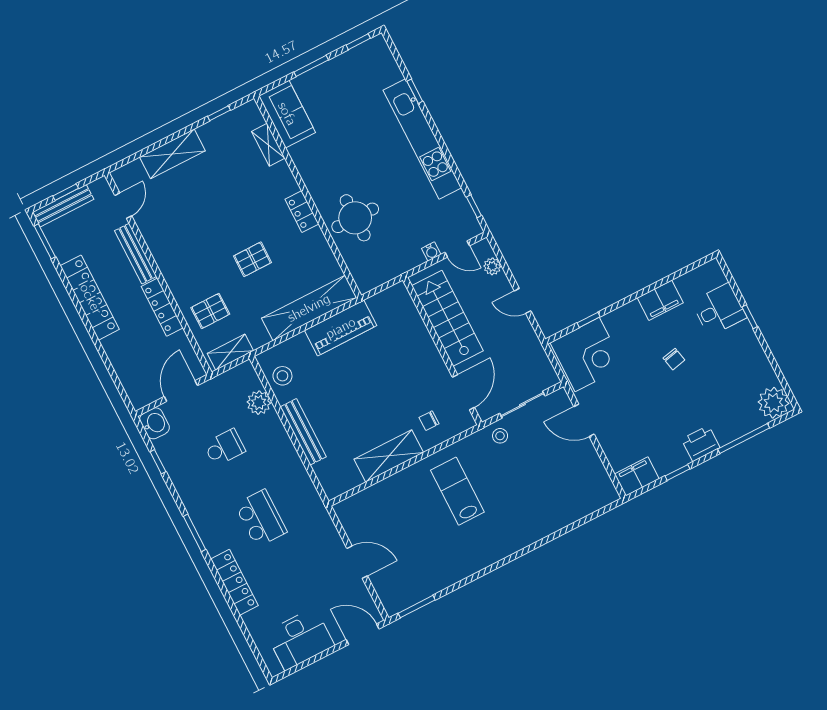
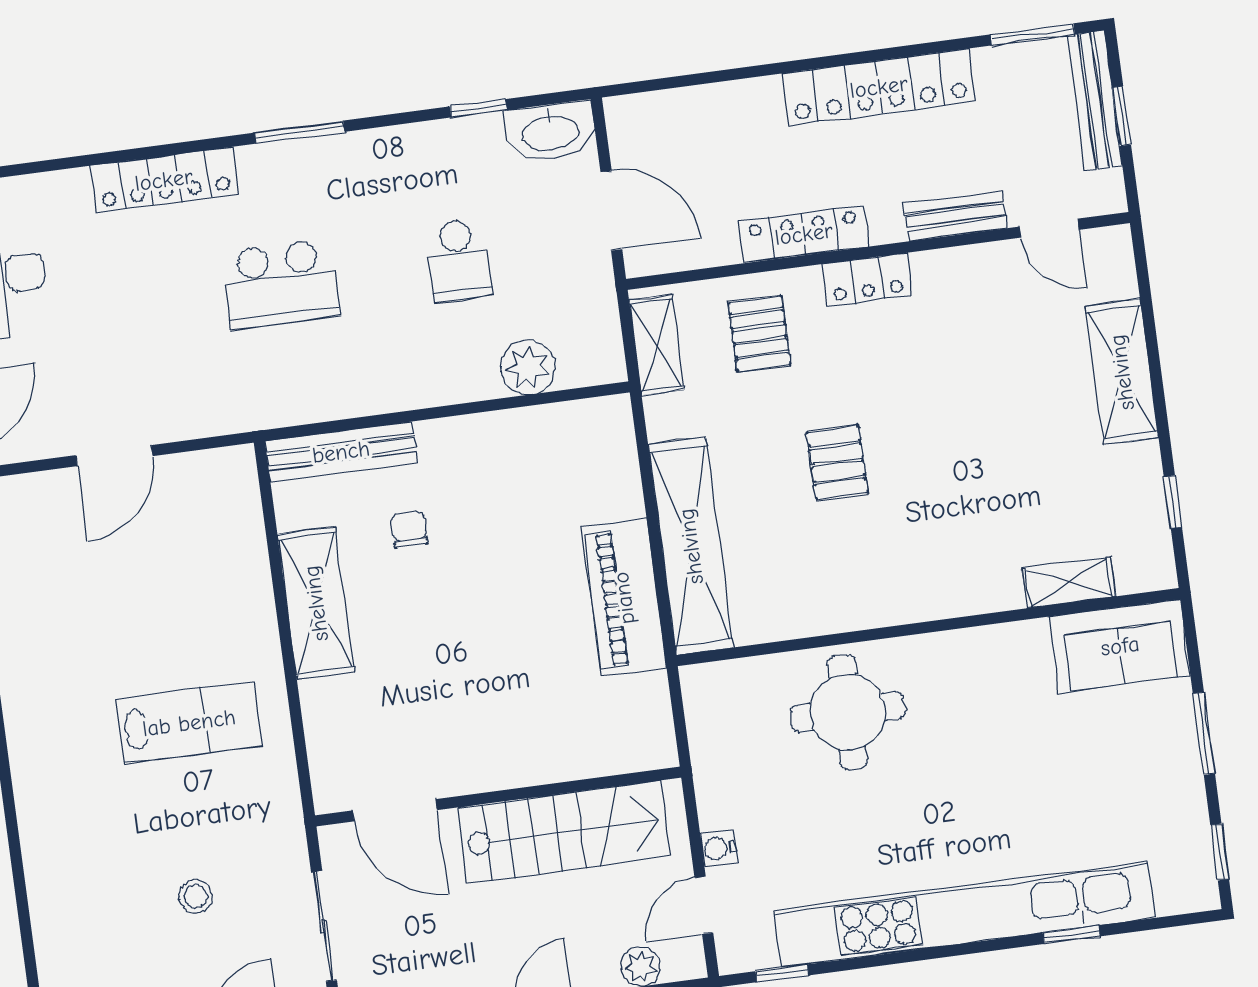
kitchen unit: (422, 139) -> (964, 914), width x1.36
locker: (302, 212) -> (867, 280), moved, turned 180
bench: (136, 254) -> (956, 216), width x0.73
stool: (282, 376) -> (567, 438), removed
chair: (429, 421) -> (409, 529), moved
washbasin: (155, 423) -> (550, 132), width x1.38
bench: (303, 432) -> (341, 452), moved
stool: (500, 436) -> (196, 897), moved

